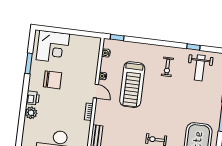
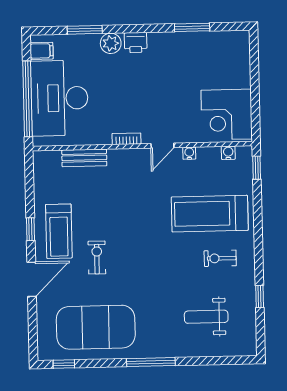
corner desk: (53, 47) -> (227, 115), moved
weight bench: (200, 68) -> (206, 317), moved
chair: (53, 80) -> (171, 71), removed
treadmill: (132, 85) -> (210, 214), moved
window: (21, 127) -> (85, 30), added

